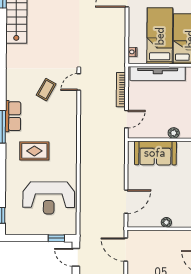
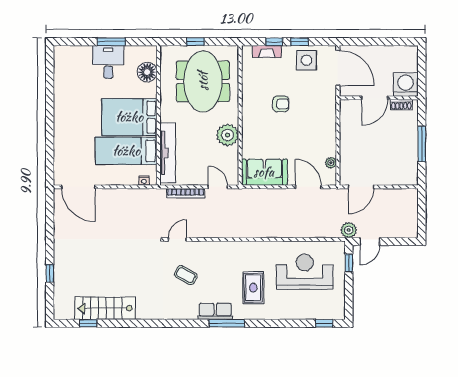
door: (79, 82) -> (177, 239), swing flipped
plant: (174, 133) -> (227, 135), width x1.88, depth x1.88
sofa: (155, 153) -> (264, 172), moved, turned -90
reception desk: (49, 198) -> (305, 272), turned -90
plant: (166, 222) -> (331, 163), moved
plant: (86, 238) -> (349, 230), added

